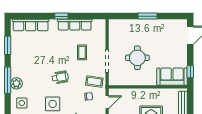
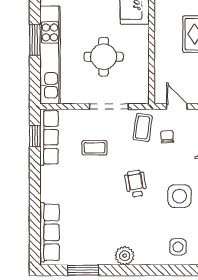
window: (61, 16) -> (35, 136), moved
row of seats: (75, 25) -> (49, 137), moved
kitchen unit: (138, 25) -> (50, 55), added
window: (8, 80) -> (140, 270), removed
plant: (16, 83) -> (125, 256), moved

